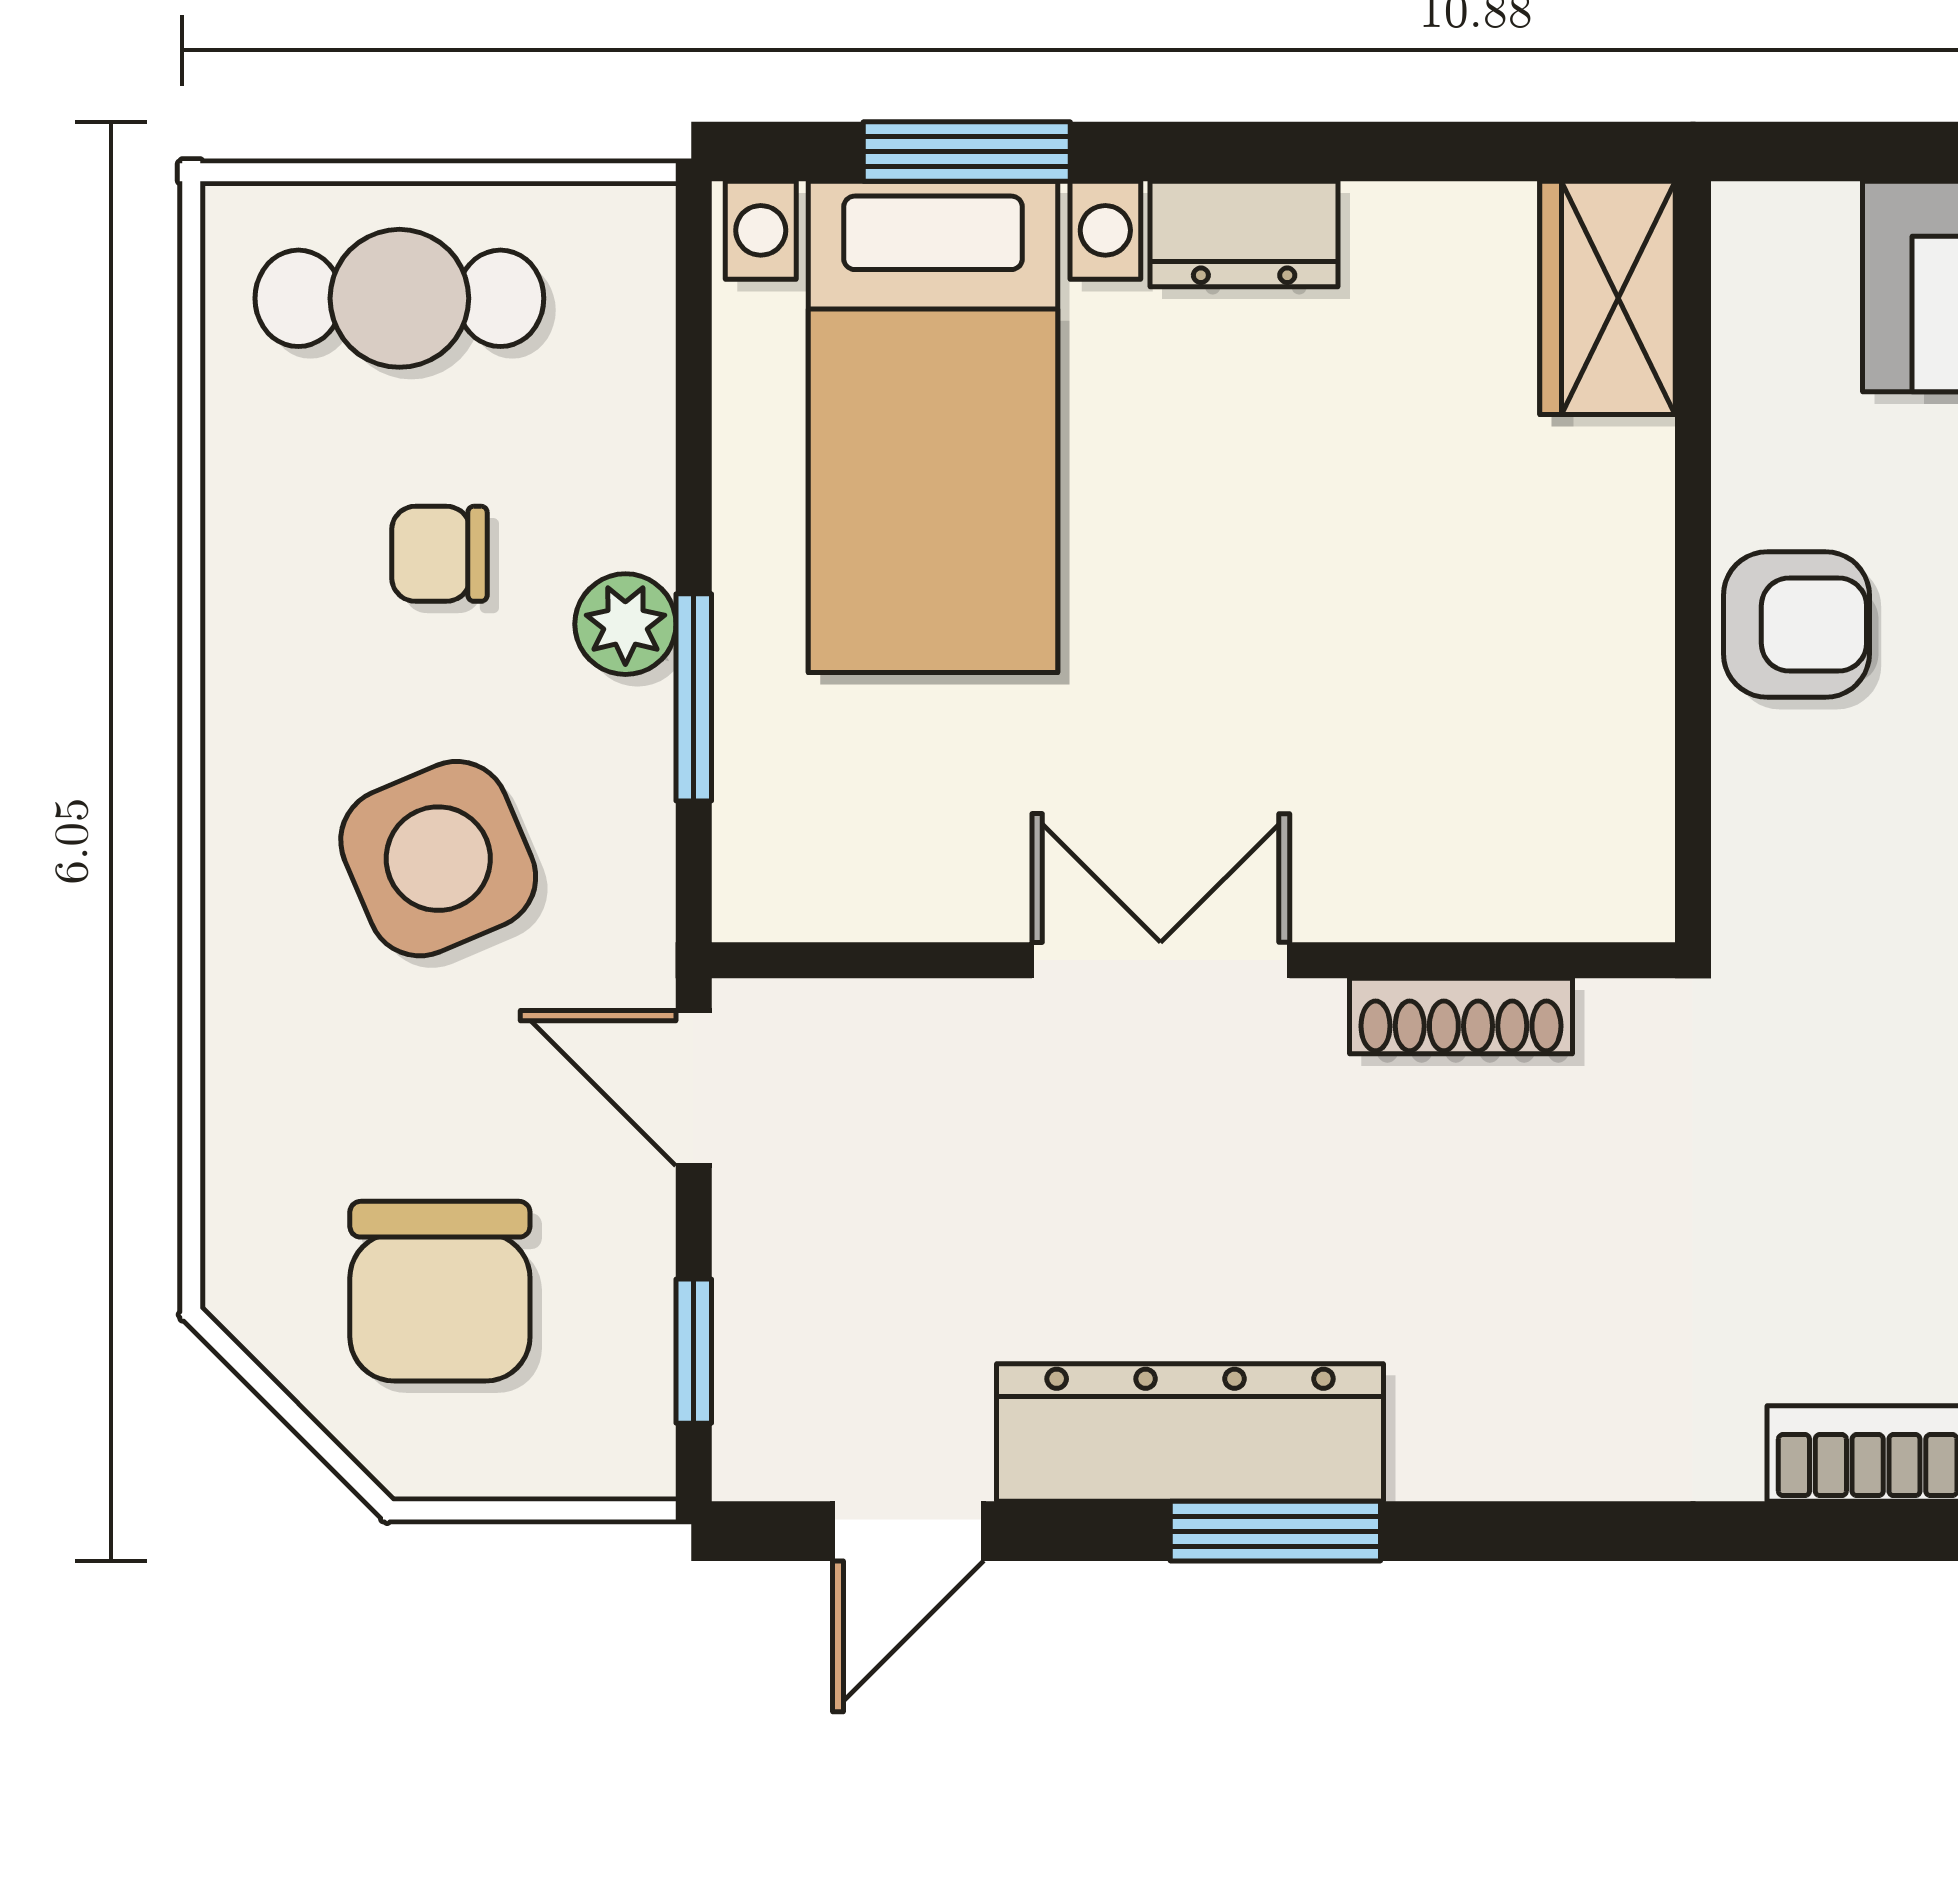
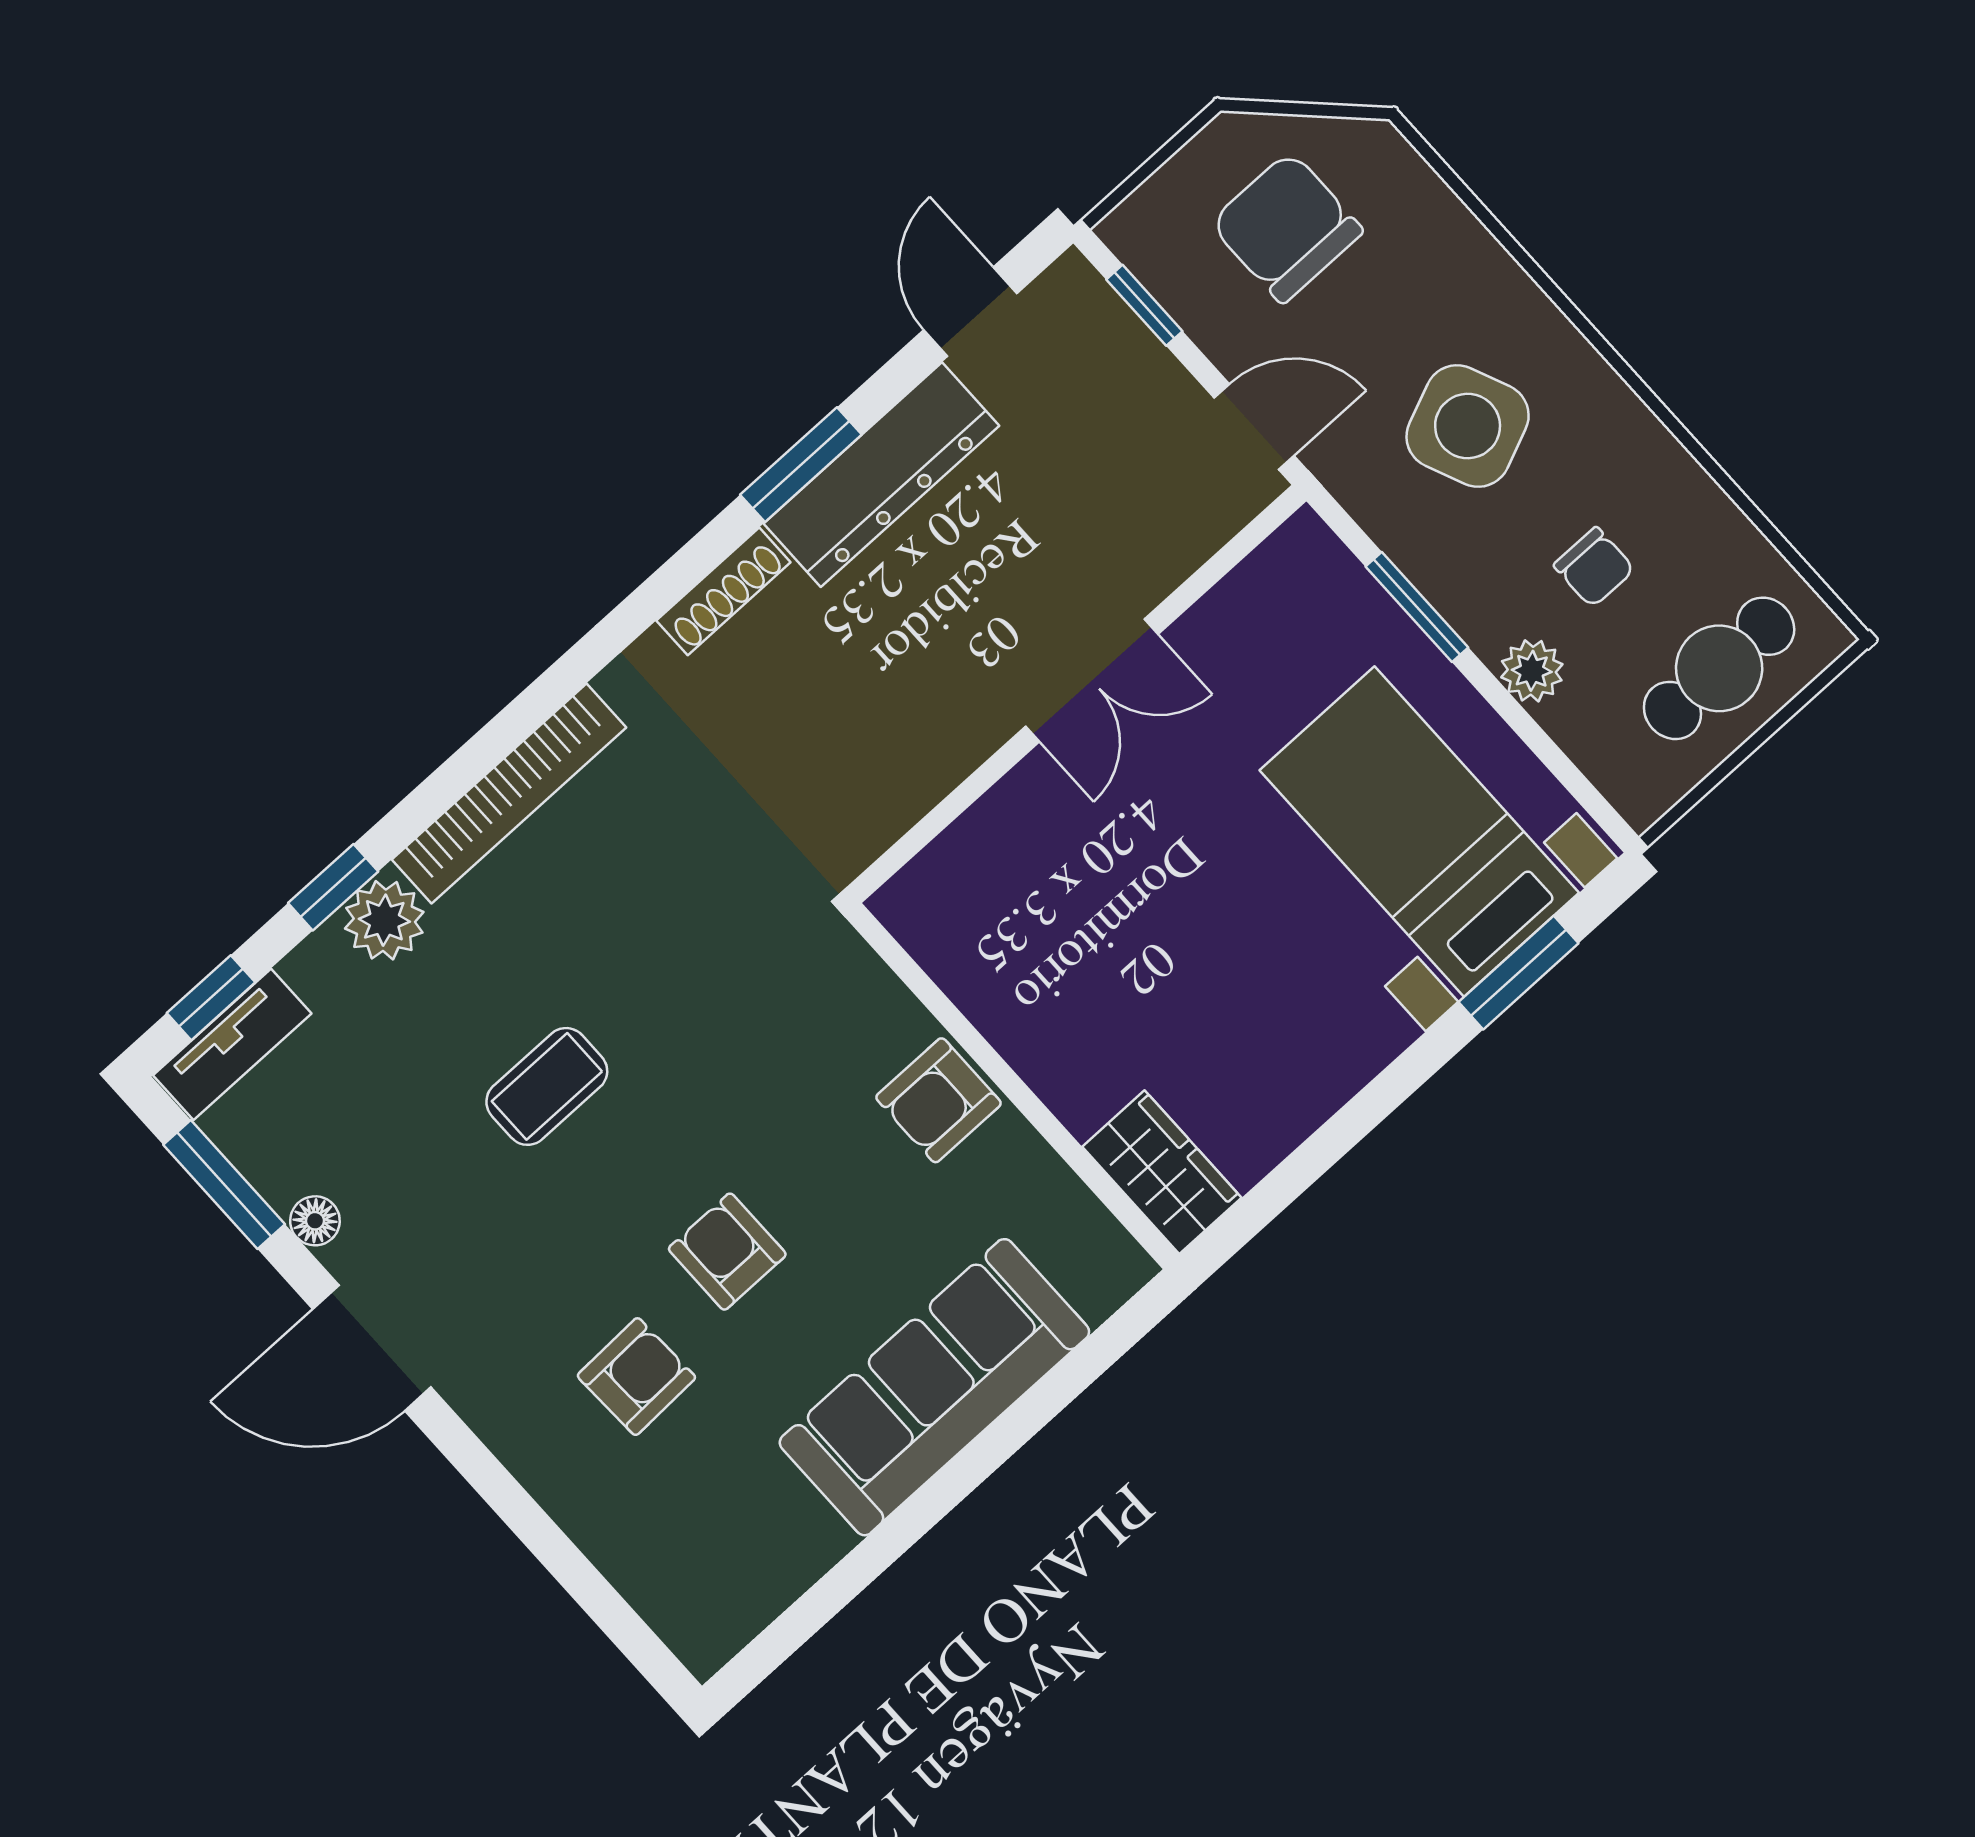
dresser: (1244, 234) -> (1356, 1050), removed
chair: (439, 554) -> (1594, 567), turned 90
plant: (625, 624) -> (1532, 671), moved
shoe rack: (1461, 1016) -> (723, 591), moved, turned 180

